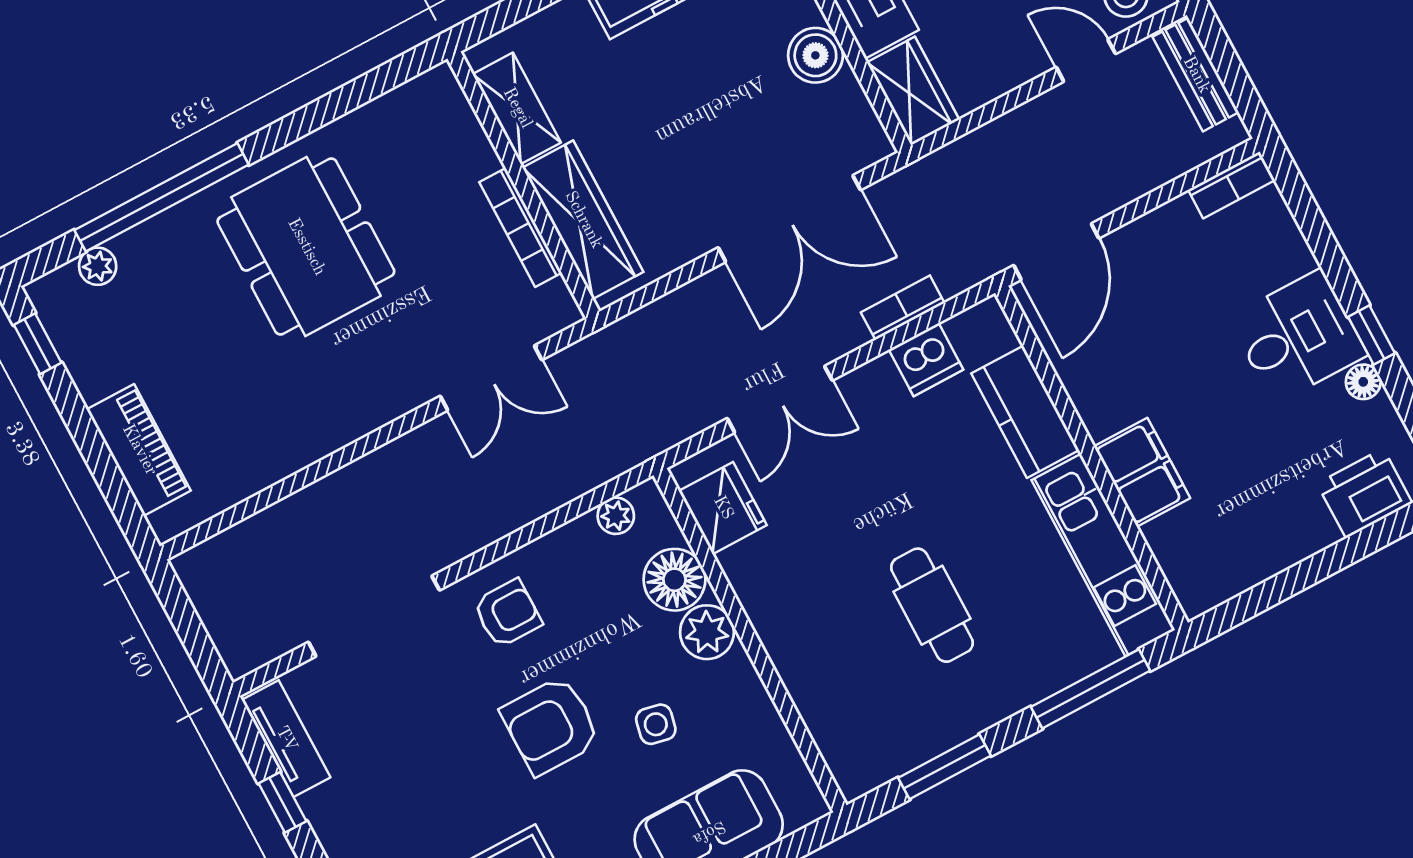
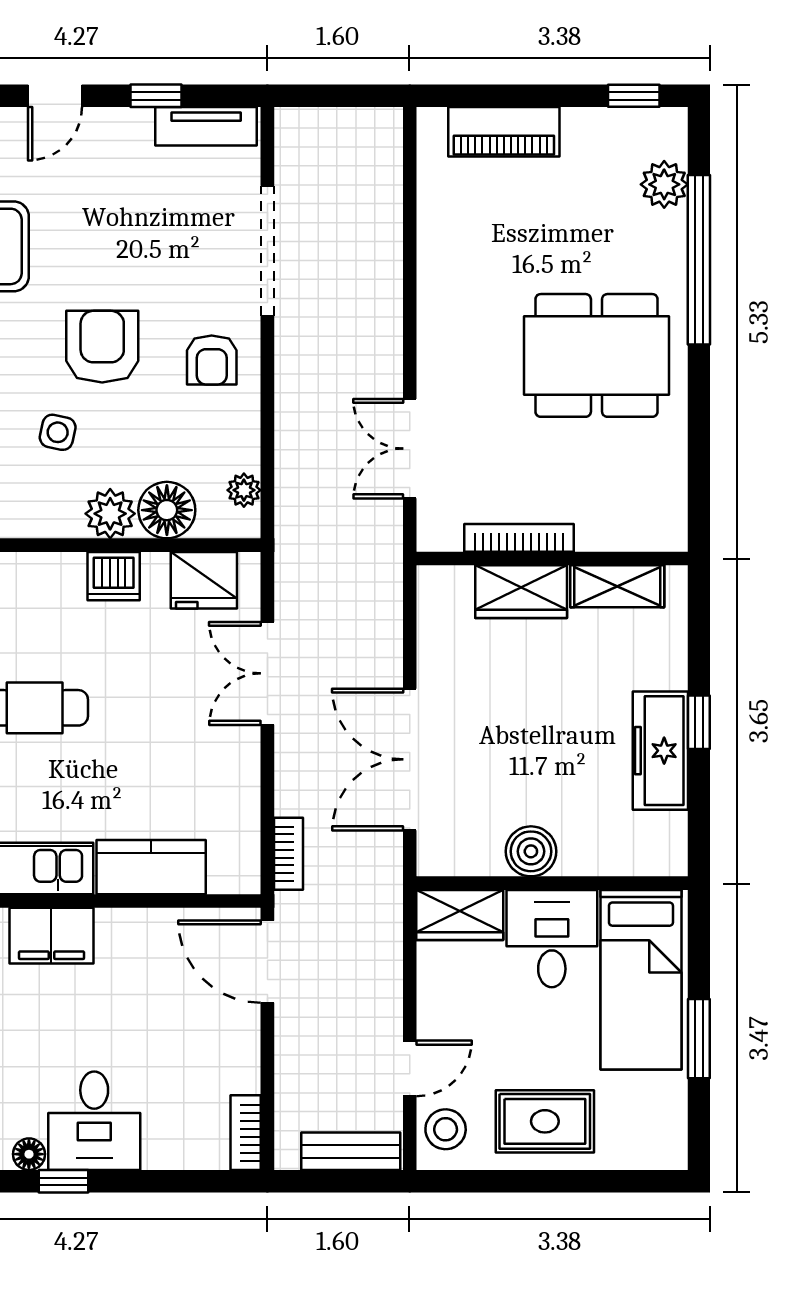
wardrobe: (583, 220) -> (521, 592), width x0.67
plant: (98, 266) -> (664, 184), width x1.38, depth x1.38
bookcase: (903, 308) -> (288, 854), moved
dishwasher: (926, 360) -> (114, 576), moved, turned -90

